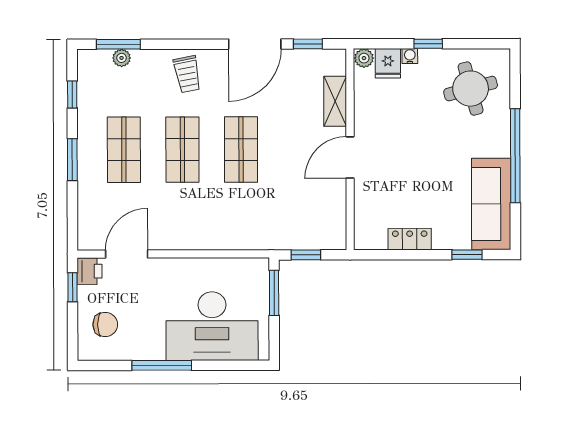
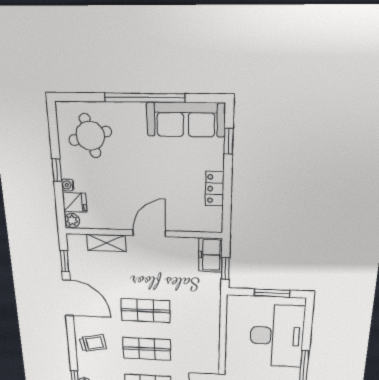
door: (350, 157) -> (149, 233), swing flipped
freezer: (324, 235) -> (210, 255), added
window: (274, 293) -> (272, 293), moved

